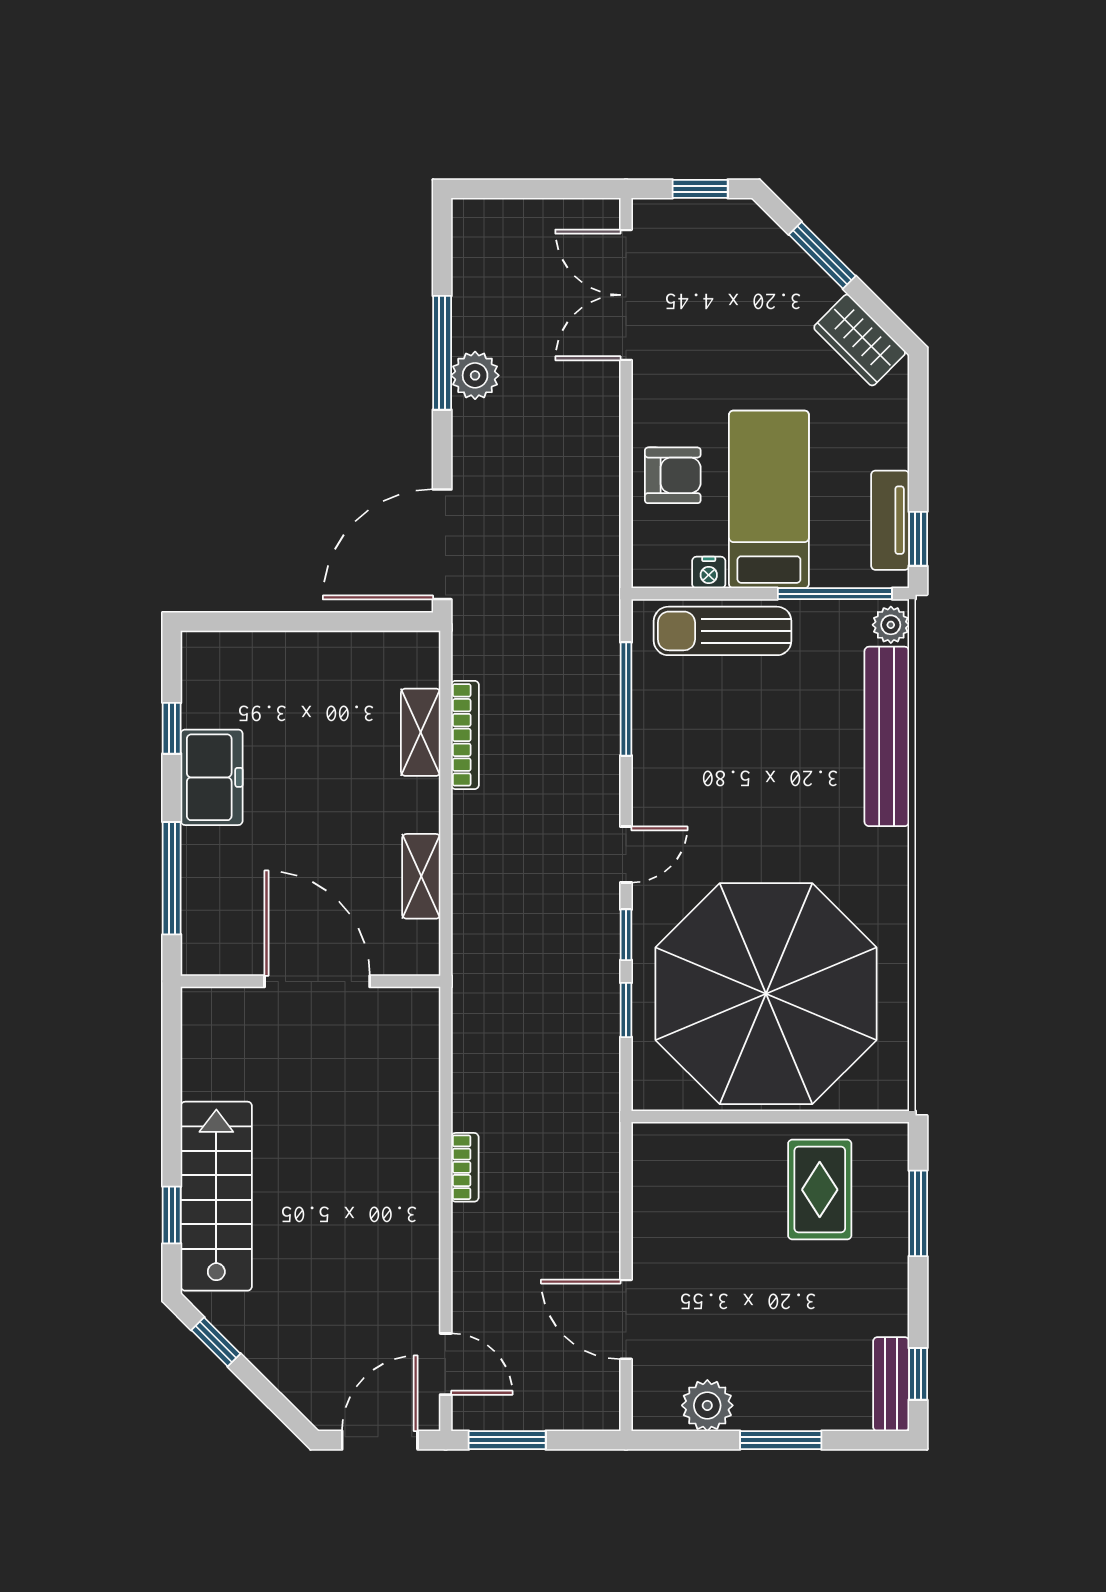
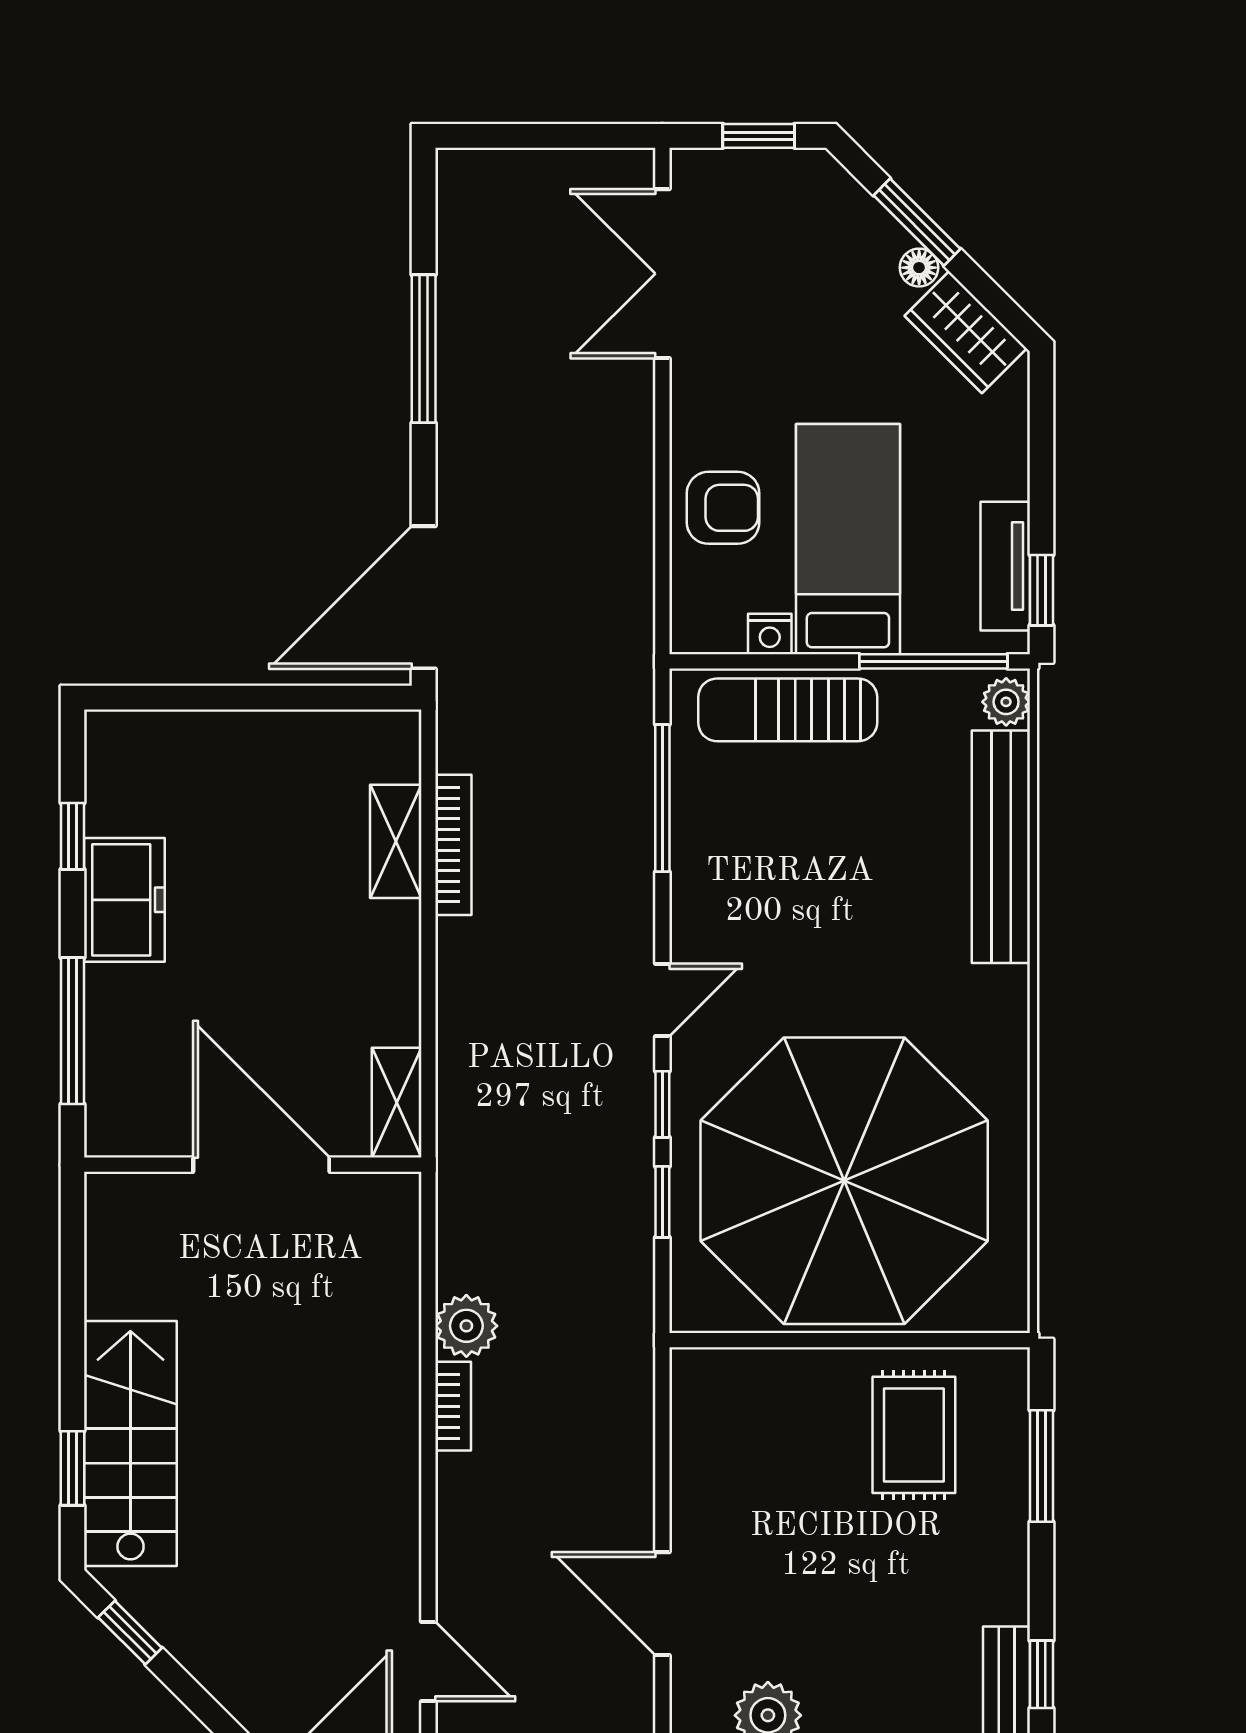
floor lamp: (824, 290) -> (919, 268), added
plant: (475, 375) -> (466, 1326), moved
shelving: (421, 876) -> (397, 1103), moved

